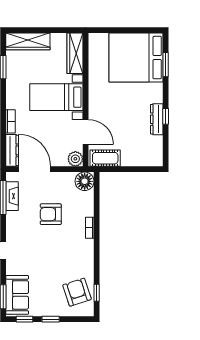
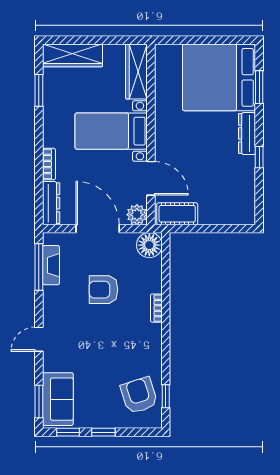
dresser: (157, 119) -> (247, 134), moved
door: (35, 169) -> (98, 229), moved

